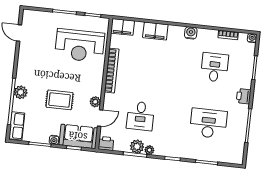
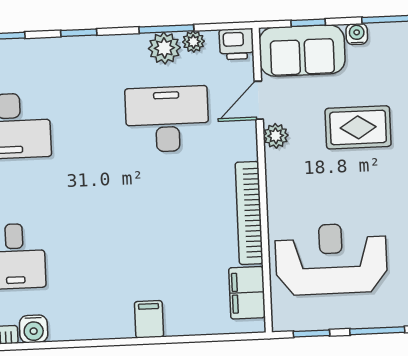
filing cabinet: (123, 27) -> (247, 293), moved, turned -90
filing cabinet: (155, 31) -> (149, 319), width x0.50
water cooler: (191, 33) -> (34, 329), moved
desk: (140, 116) -> (167, 119), width x1.37
plant: (149, 150) -> (193, 42), moved

